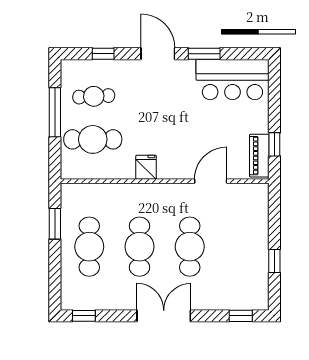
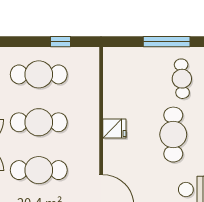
cafe table: (93, 139) -> (173, 135), moved
window: (55, 224) -> (61, 42), width x0.67

